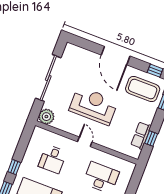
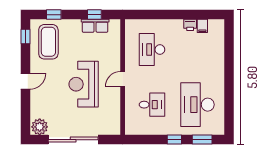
door: (116, 56) -> (25, 81), width x0.53
plant: (46, 117) -> (40, 127), moved

